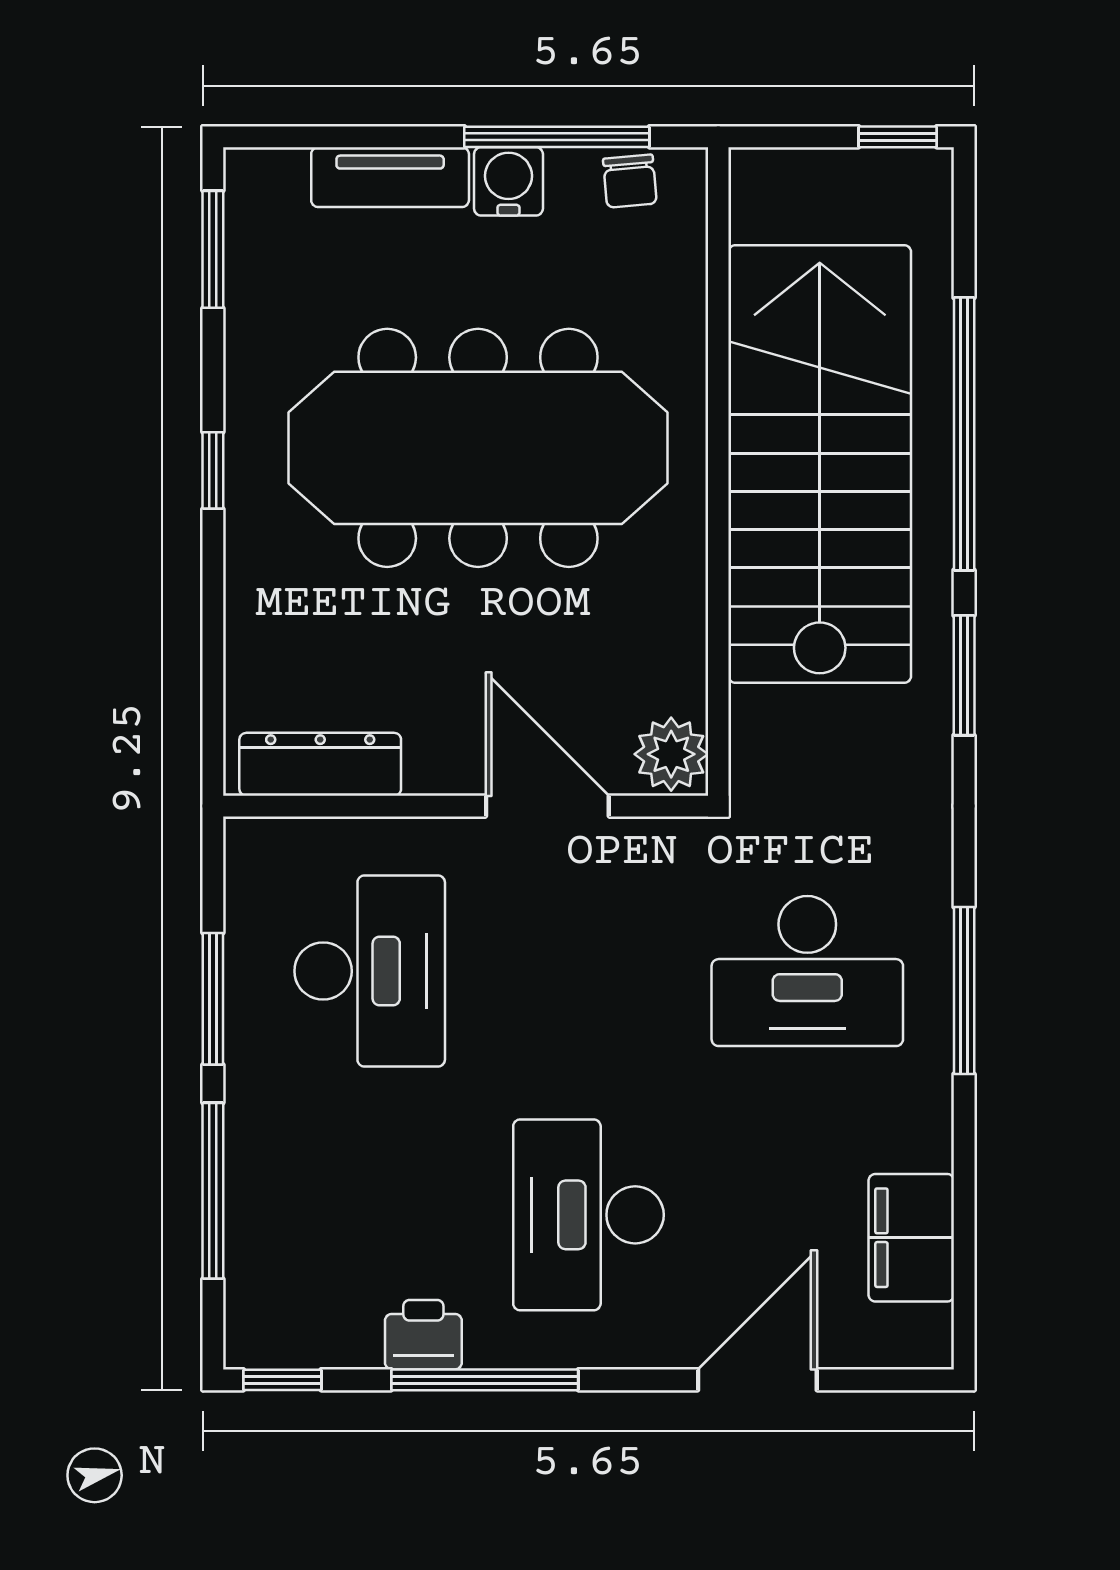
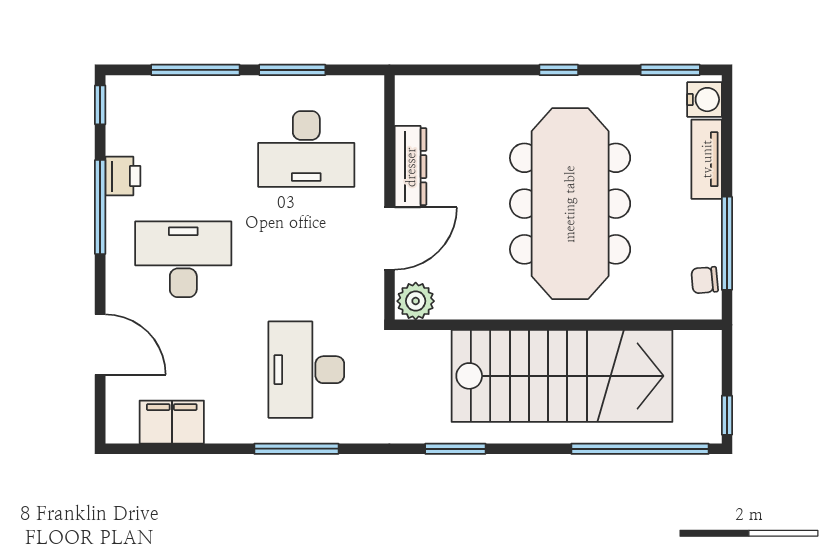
water cooler: (508, 181) -> (705, 100), moved
window: (964, 434) -> (640, 449), moved
dresser: (320, 764) -> (411, 167), moved

